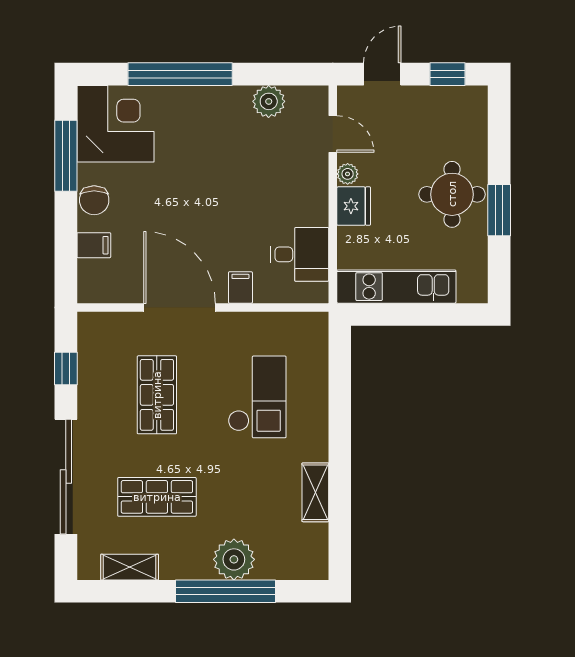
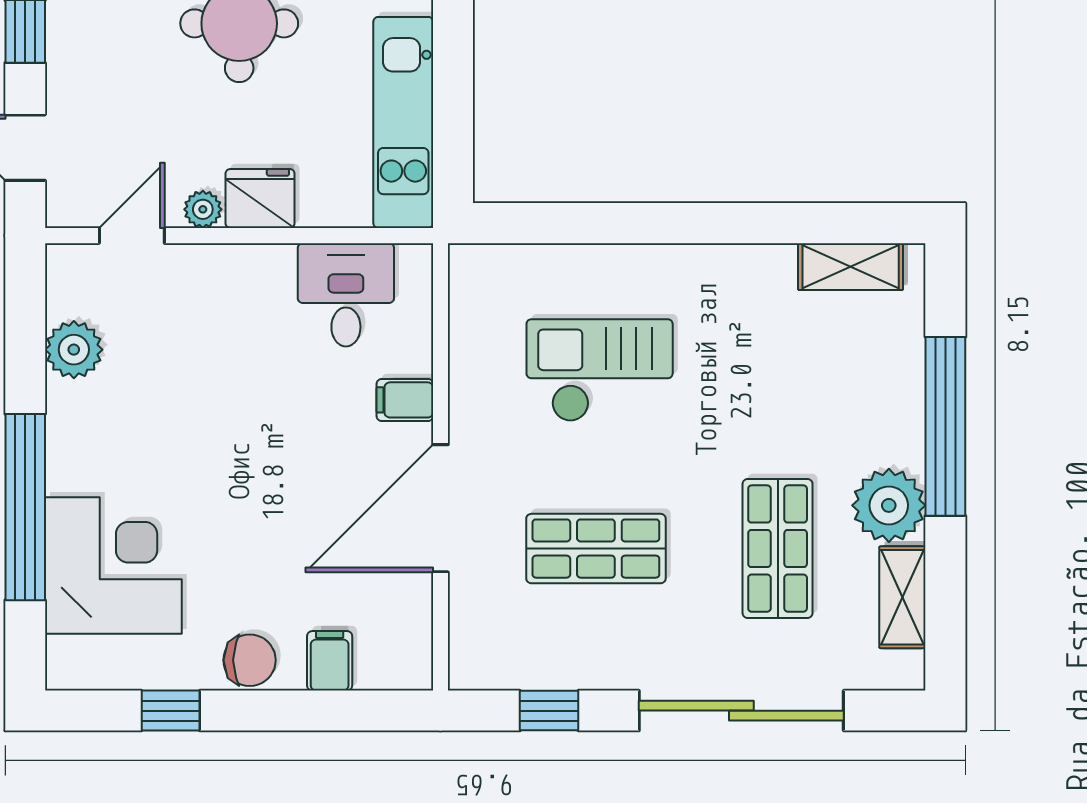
corner desk: (115, 124) -> (113, 565), moved, turned 90
window: (66, 156) -> (171, 711), width x0.46
shelving: (315, 492) -> (851, 267), moved
plant: (234, 559) -> (889, 505), moved

